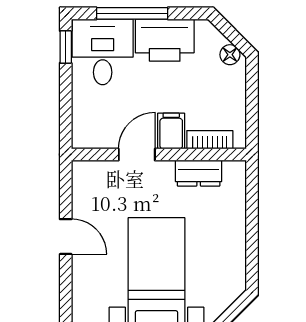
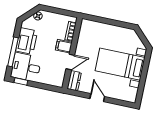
door: (137, 155) -> (70, 62), swing flipped
dresser: (199, 173) -> (74, 81), moved
door: (66, 237) -> (97, 98), hinge flipped

